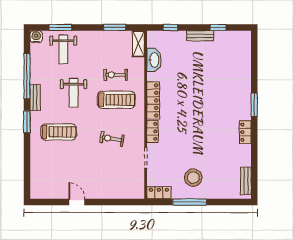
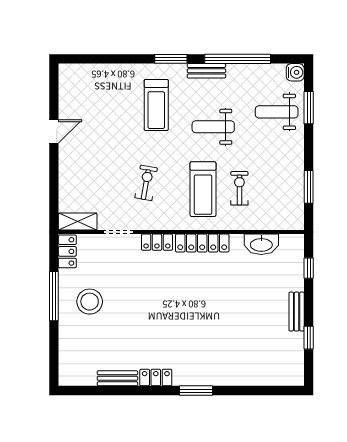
shelving: (138, 44) -> (78, 222), moved
bench: (246, 181) -> (117, 378), moved

